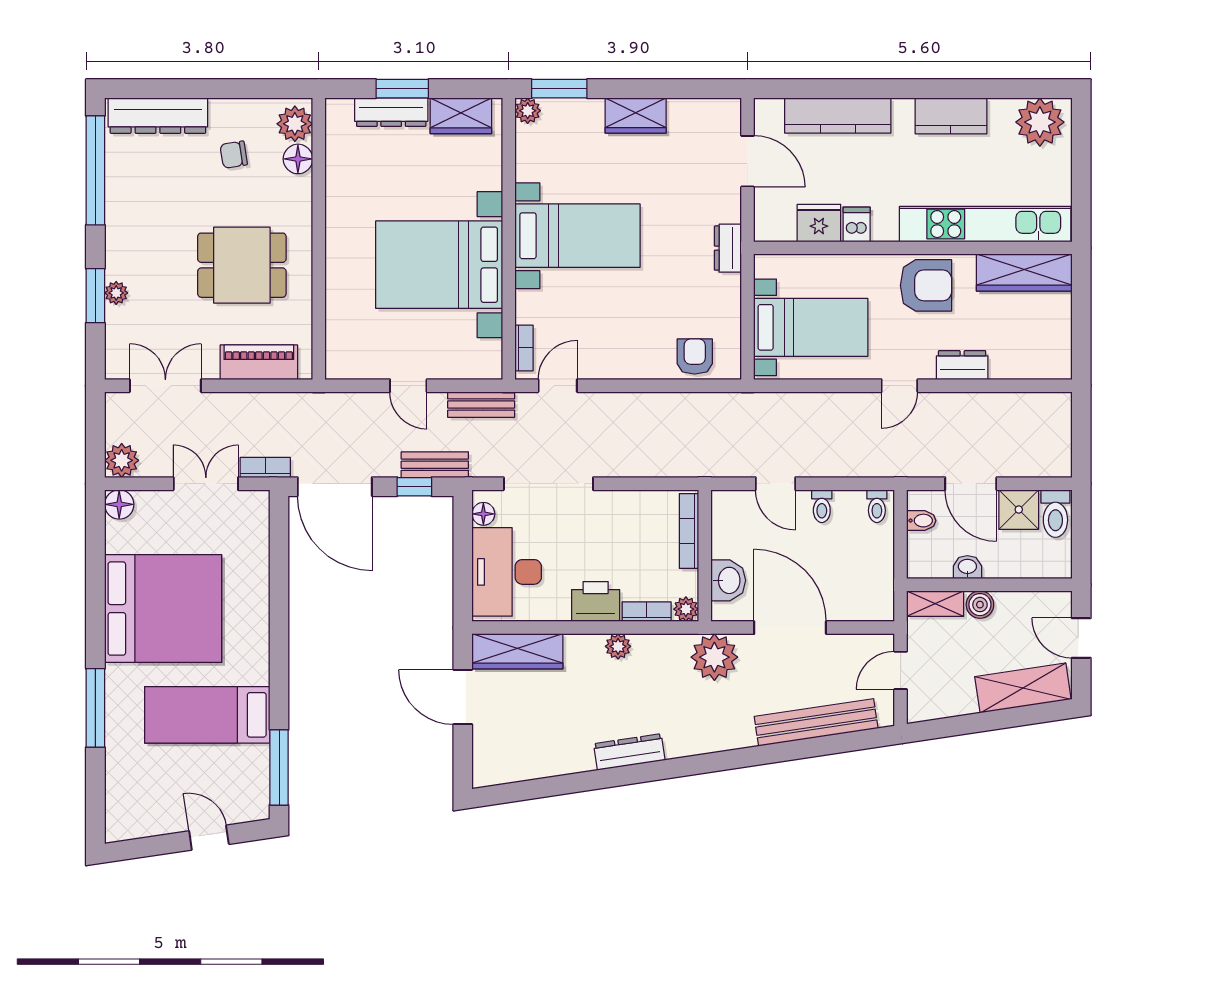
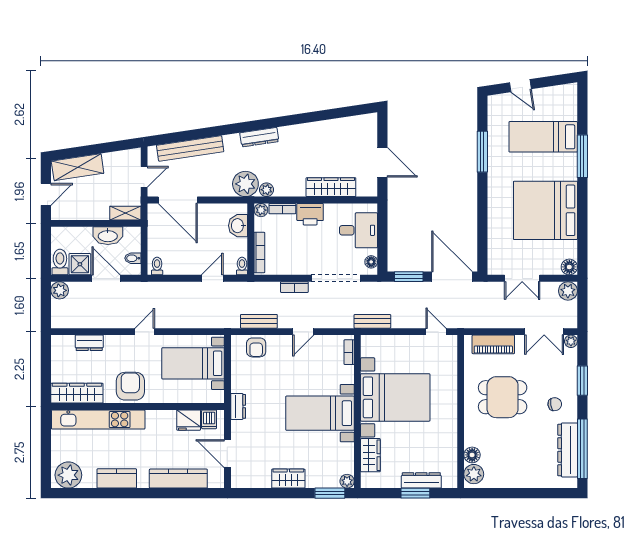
dresser: (158, 116) -> (568, 450), moved, turned -90
wardrobe: (461, 116) -> (370, 455), moved, turned 90
chair: (234, 155) -> (555, 404), moved
dishwasher: (857, 224) -> (209, 419), moved
armchair: (926, 285) -> (130, 386), turned 90
plant: (116, 293) -> (571, 341), moved
dresser: (962, 365) -> (89, 343), moved
door: (408, 386) -> (436, 332), moved
door: (558, 386) -> (303, 332), moved
plant: (1056, 462) -> (60, 290), added
bench: (435, 465) -> (259, 321), moved
bookcase: (265, 467) -> (294, 287), moved
door: (775, 484) -> (212, 278), hinge flipped
window: (414, 487) -> (409, 277), width x1.50
toilet: (822, 506) -> (242, 266), moved
washbasin: (967, 567) -> (108, 236), width x1.91, depth x1.45
desk: (507, 572) -> (358, 230), width x0.73
boiler: (980, 605) -> (101, 213), removed
door: (790, 628) -> (178, 200), moved
door: (1081, 638) -> (46, 194), hinge flipped
plant: (618, 646) -> (267, 190), moved
wardrobe: (517, 651) -> (331, 187), moved
bed: (207, 715) -> (543, 137), moved, turned 180
dresser: (629, 752) -> (259, 137), moved
window: (279, 767) -> (482, 152), moved

